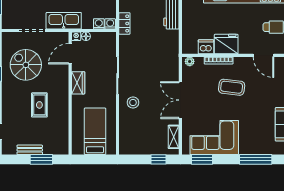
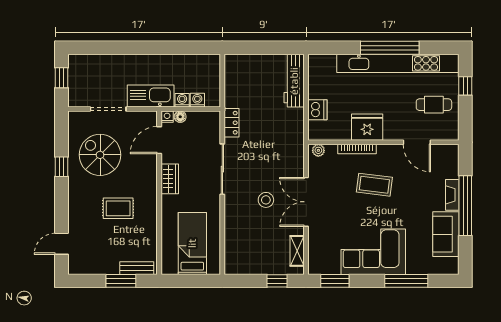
locker: (124, 23) -> (231, 123), moved
washing machine: (110, 24) -> (182, 100), moved
dishwasher: (206, 47) -> (317, 110), moved, turned 90
stool: (133, 103) -> (266, 200), moved
rug: (39, 105) -> (118, 208), turned 90
corner sofa: (214, 137) -> (373, 252), moved
bench: (30, 150) -> (137, 268), moved

